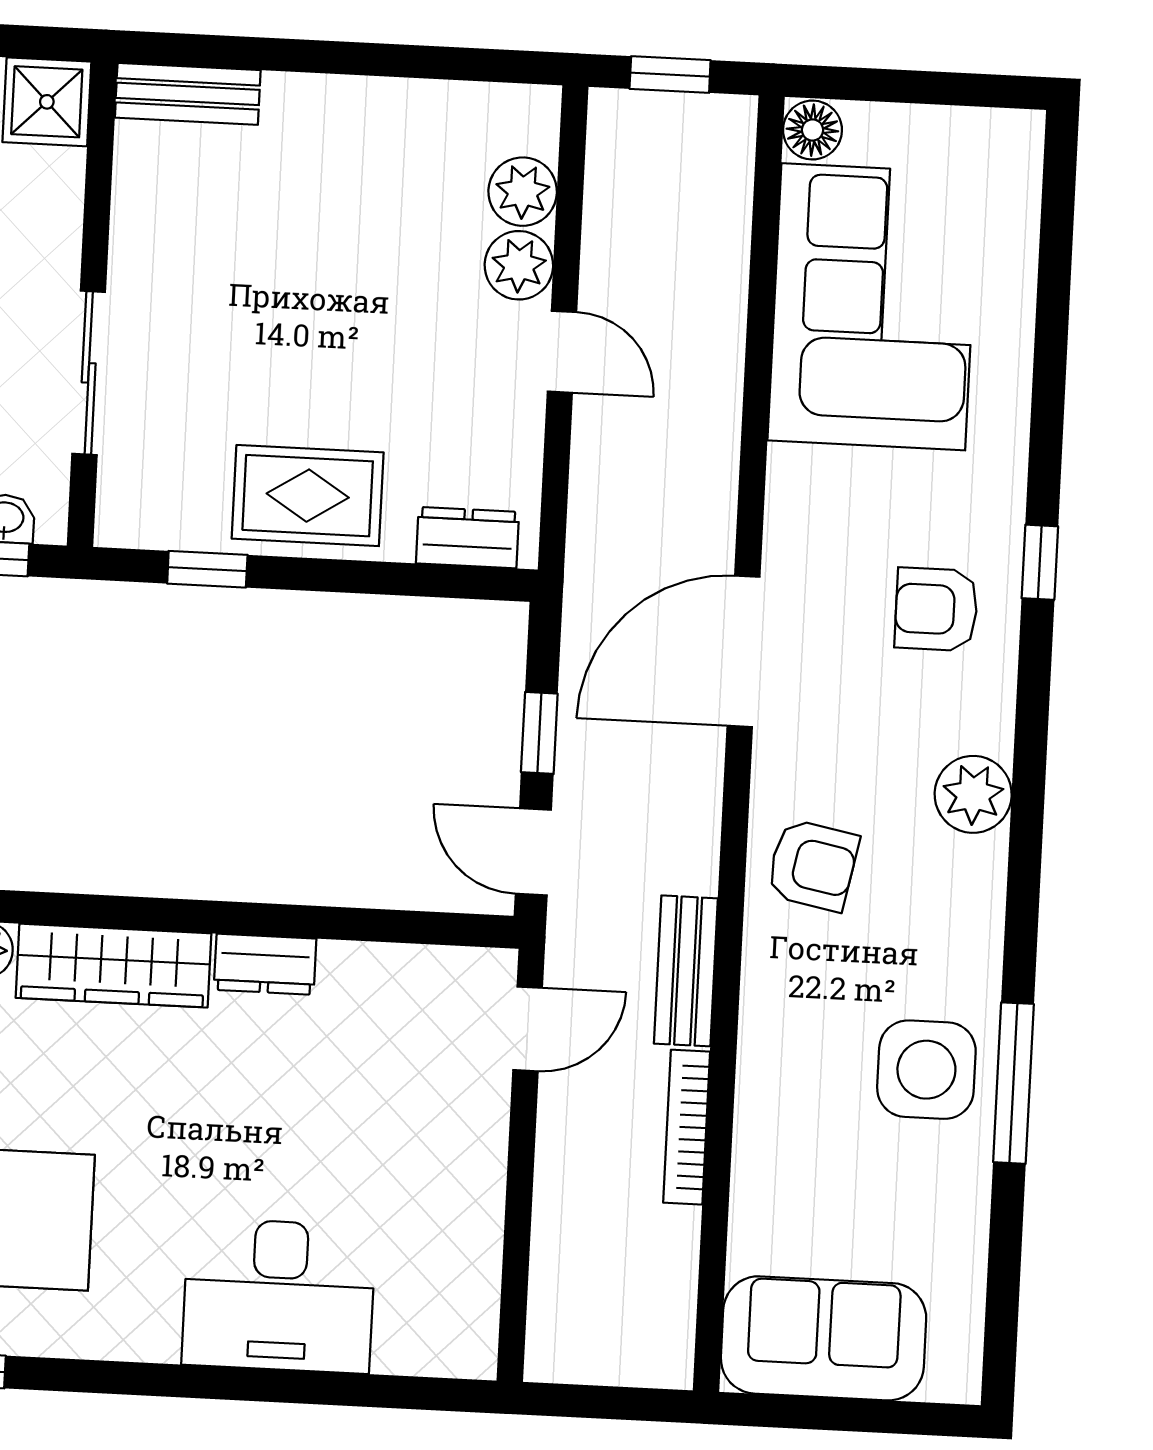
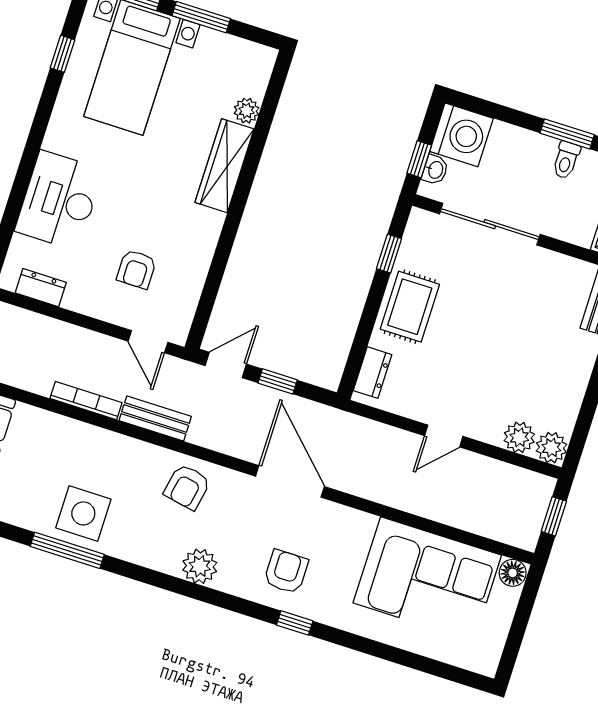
plant: (519, 265) -> (551, 448), moved
sliding door: (89, 373) -> (490, 224), width x1.37
dresser: (265, 964) -> (41, 288), moved, turned 90
armchair: (381, 1094) -> (136, 269), added

